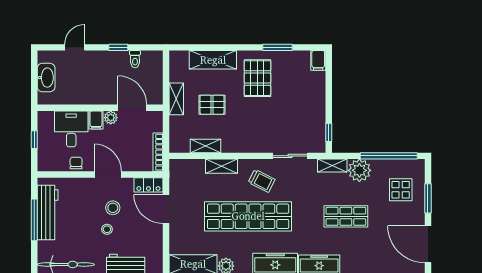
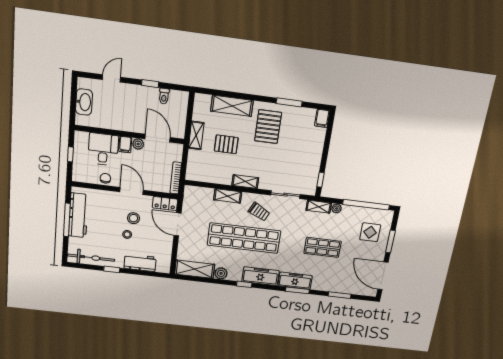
shelving: (205, 146) -> (245, 182), moved
plant: (359, 170) -> (337, 208), width x0.53, depth x0.53

